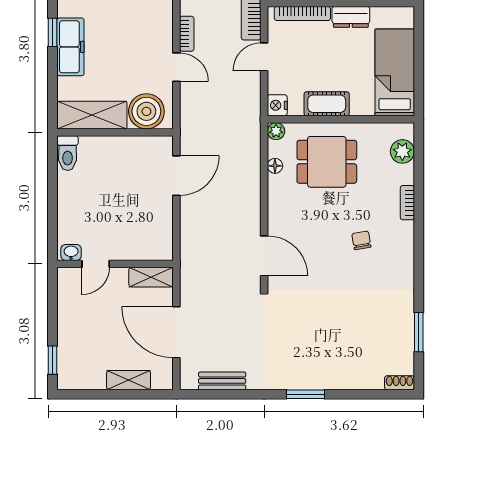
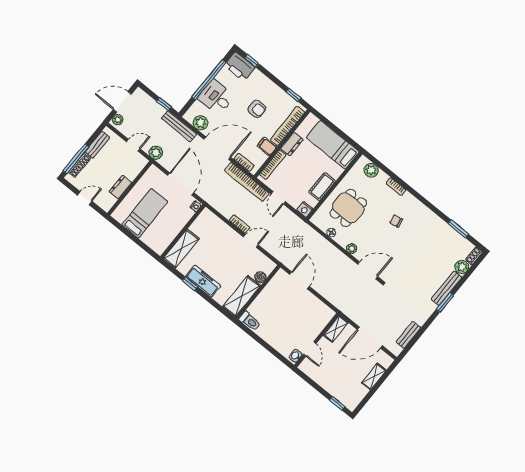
boiler: (146, 111) -> (260, 277), width x0.54, depth x0.54
plant: (276, 131) -> (352, 249), moved
plant: (371, 378) -> (462, 267), added
bench: (326, 381) -> (446, 288), added

